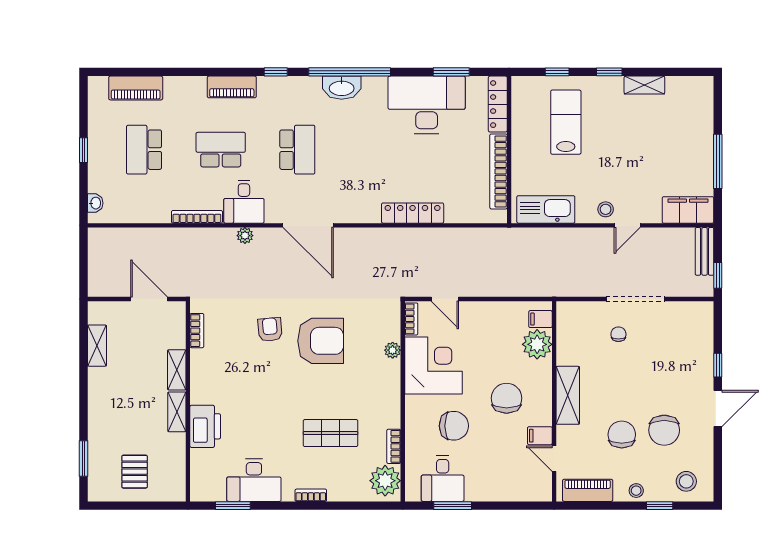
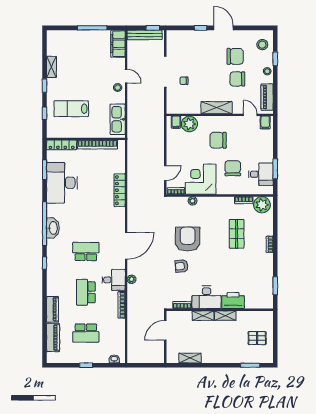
piano: (232, 87) -> (52, 309), moved
bench: (705, 251) -> (145, 35), width x1.36
filing cabinet: (540, 436) -> (265, 123), moved
door: (554, 459) -> (250, 115), swing flipped
desk: (254, 480) -> (207, 297), moved, turned 90

